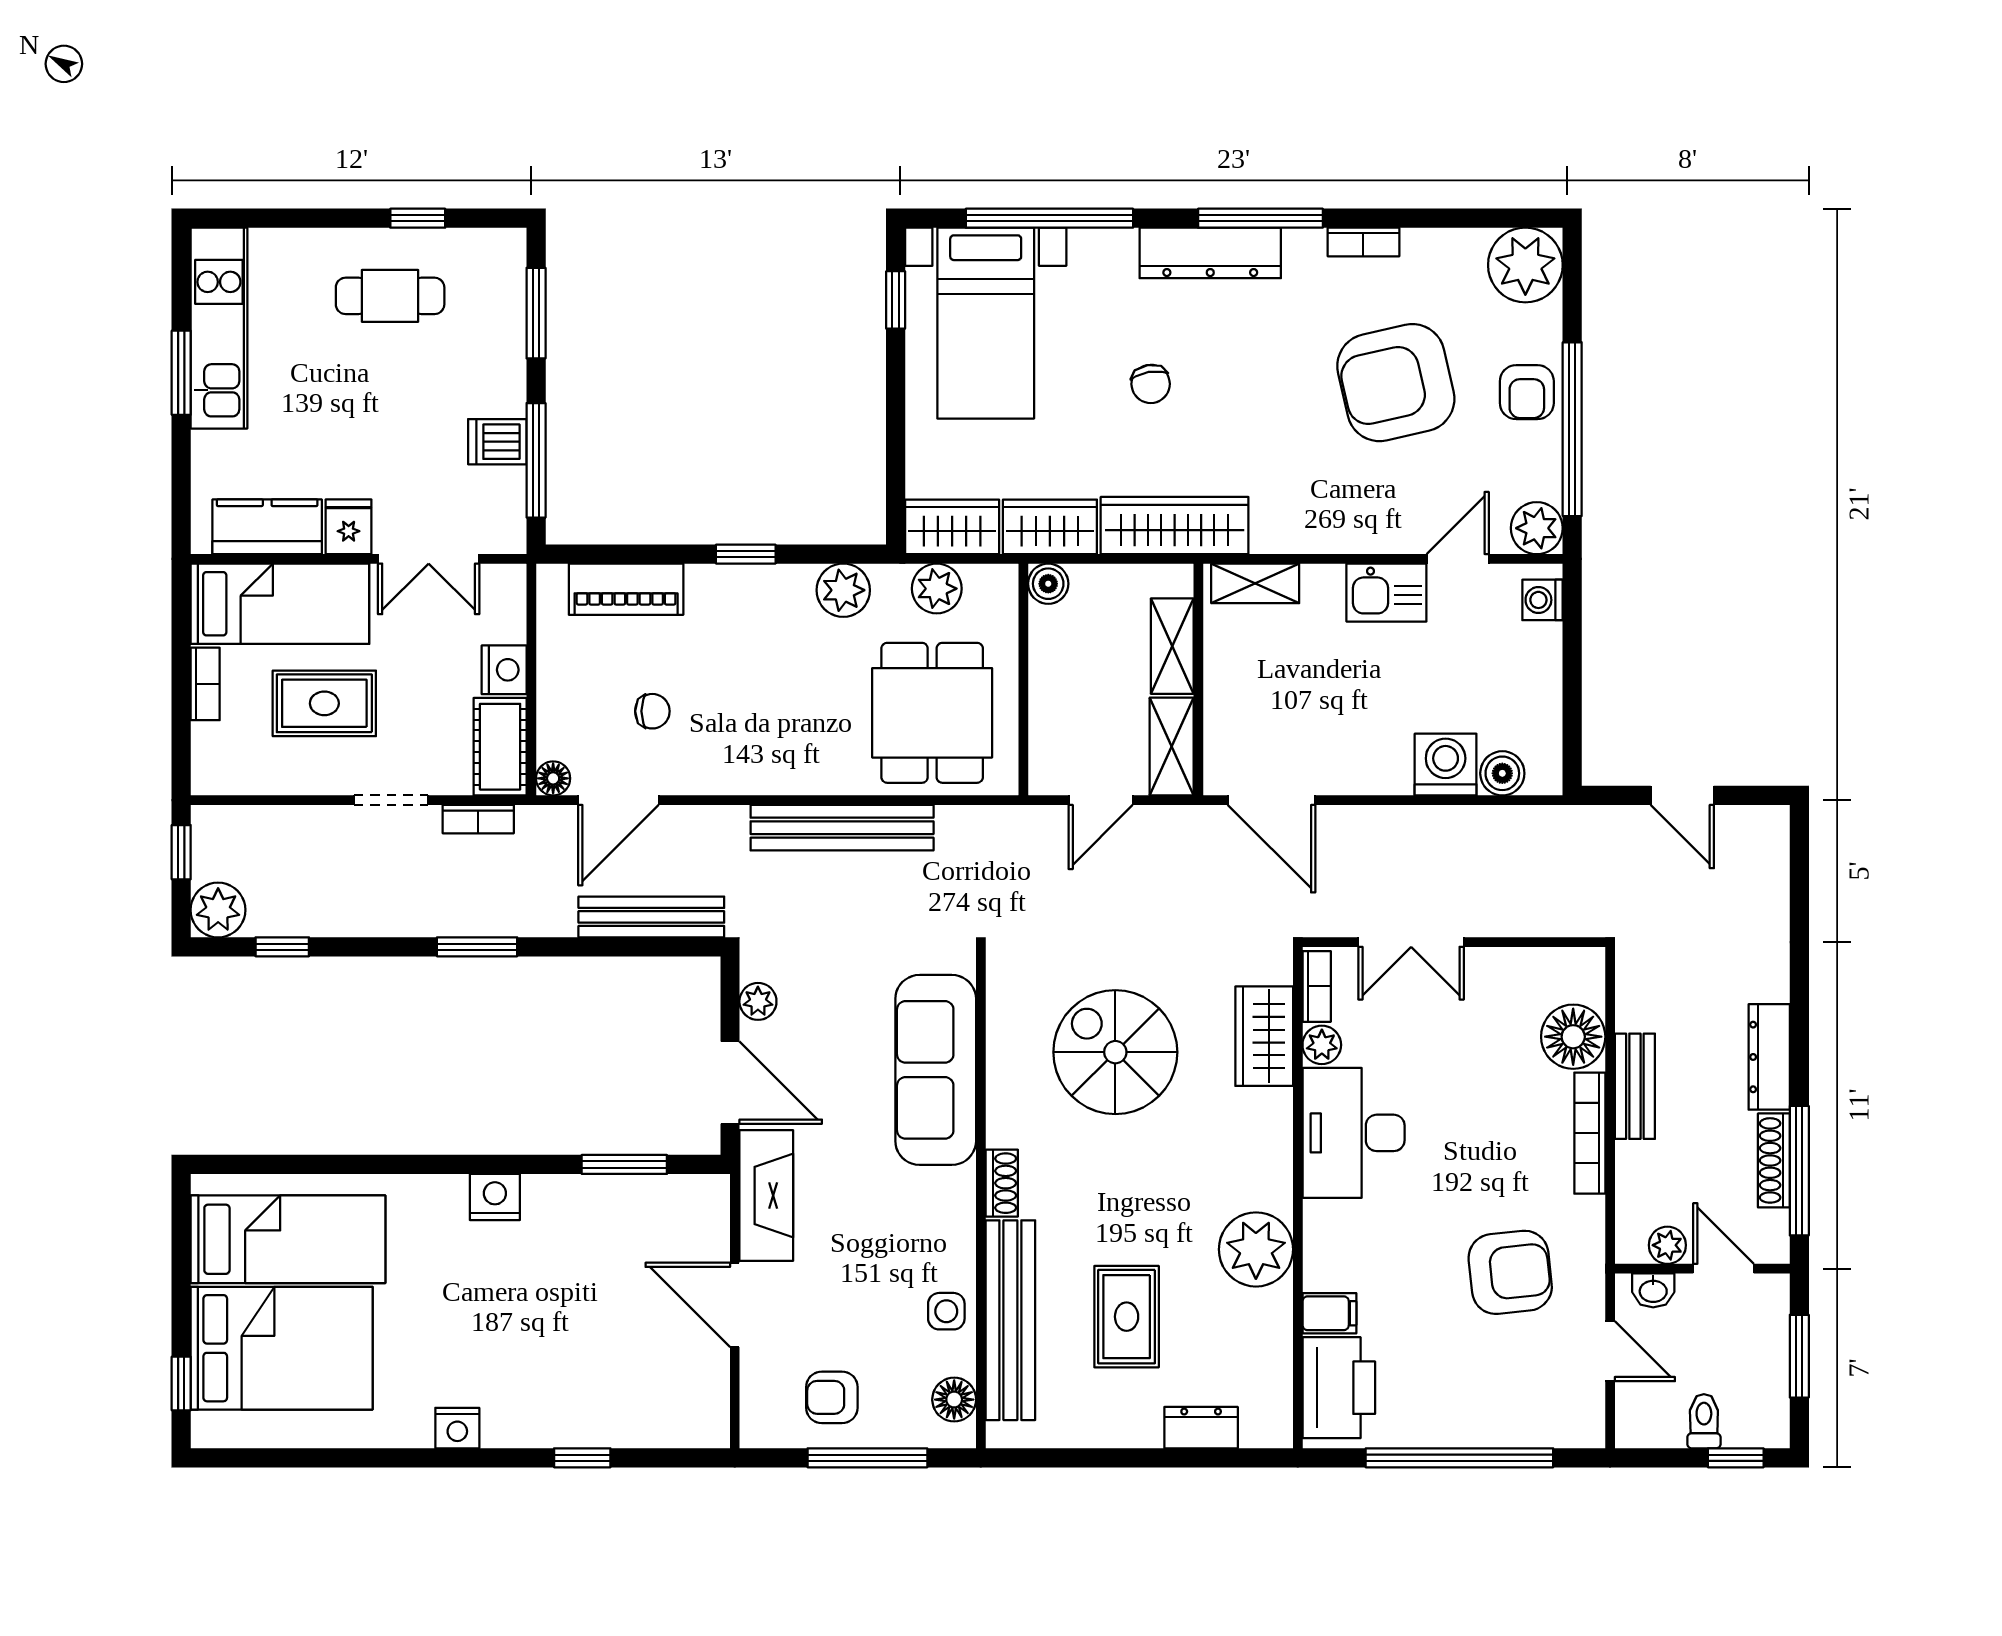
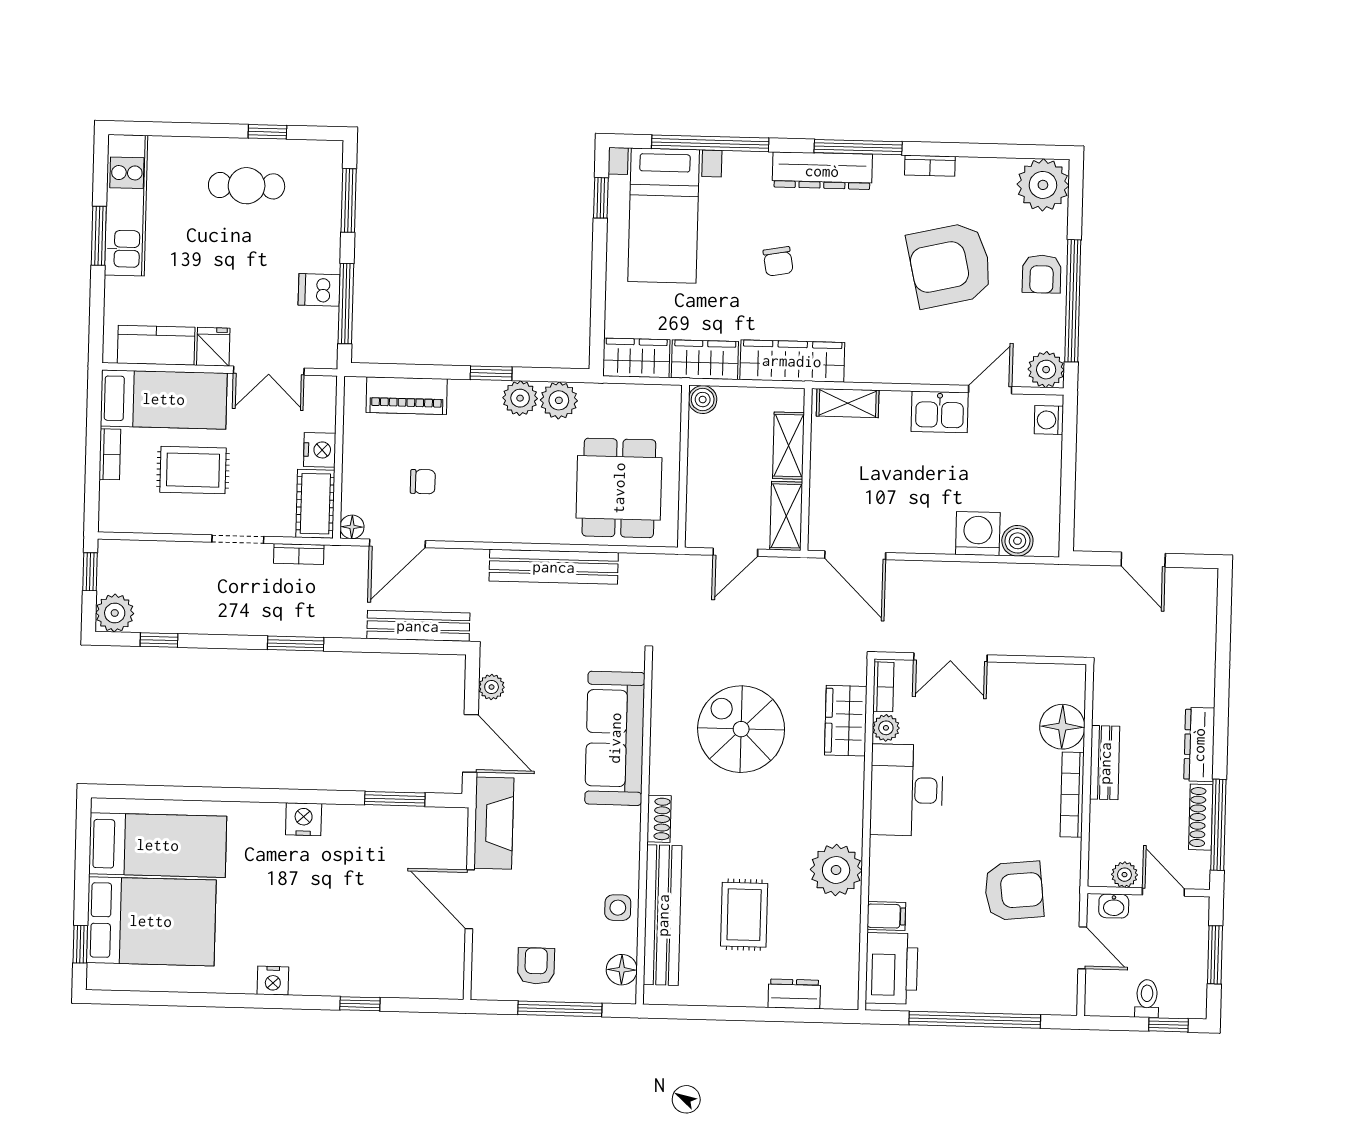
plant: (937, 589) -> (520, 398), moved
armchair: (832, 1397) -> (536, 966), turned 90

